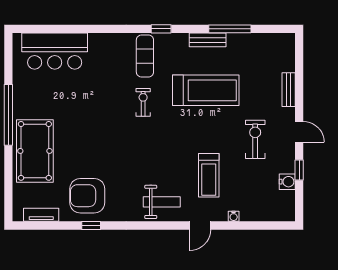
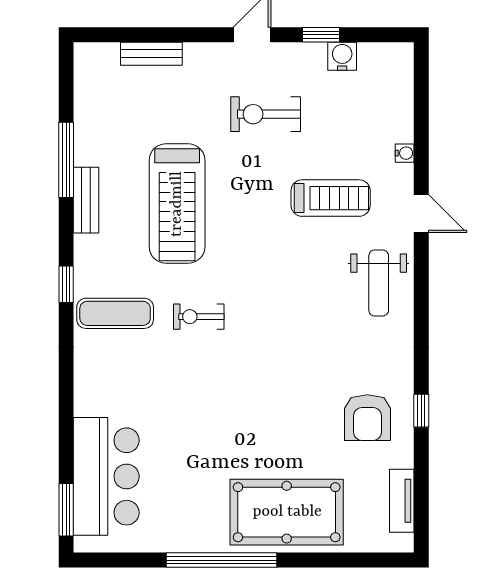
window: (36, 29) -> (66, 510), added
treadmill: (206, 90) -> (177, 204), turned 180
bench: (289, 90) -> (151, 54), moved
armchair: (87, 196) -> (367, 418), width x0.73, depth x0.73
weight bench: (162, 202) -> (379, 283), turned 180

